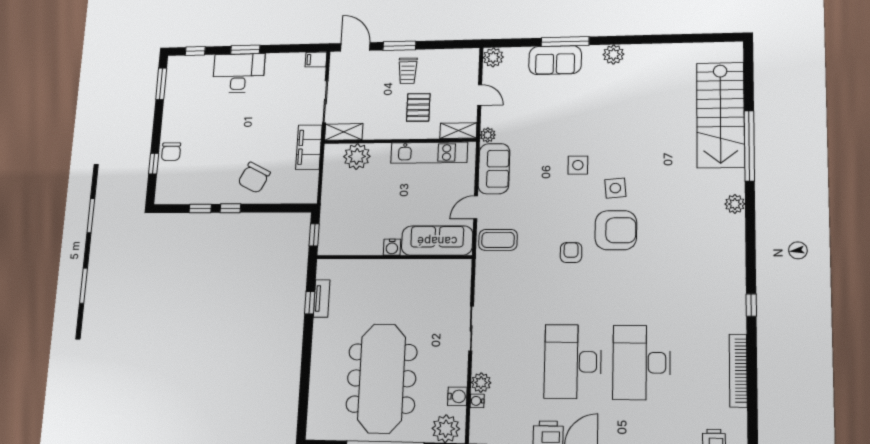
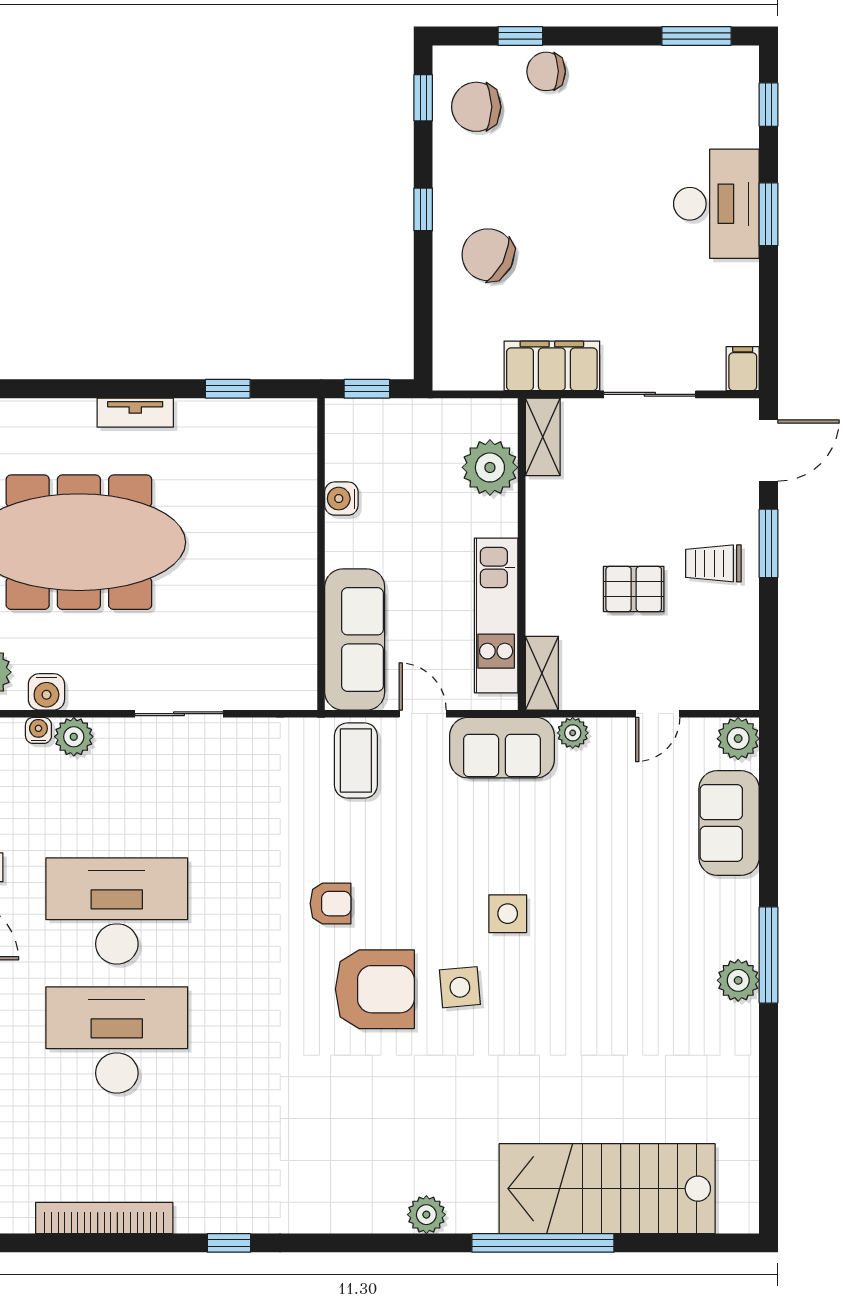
window: (565, 42) -> (769, 955), moved
sofa: (555, 60) -> (729, 823), moved
shelving: (458, 131) -> (542, 673), moved
shelving: (344, 132) -> (543, 437), moved
wall: (400, 141) -> (522, 554), moved
kitchen unit: (429, 153) -> (496, 616), moved
plant: (357, 156) -> (490, 467), moved
chair: (184, 184) -> (476, 107), added
window: (200, 208) -> (423, 98), moved
armchair: (616, 230) -> (375, 989), turned -90
water cooler: (392, 247) -> (341, 499), moved
tv unit: (322, 298) -> (135, 413), moved

